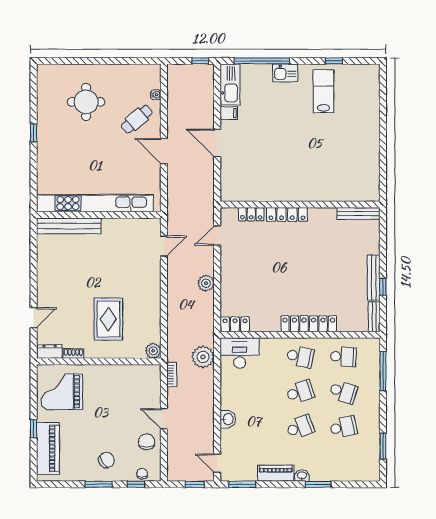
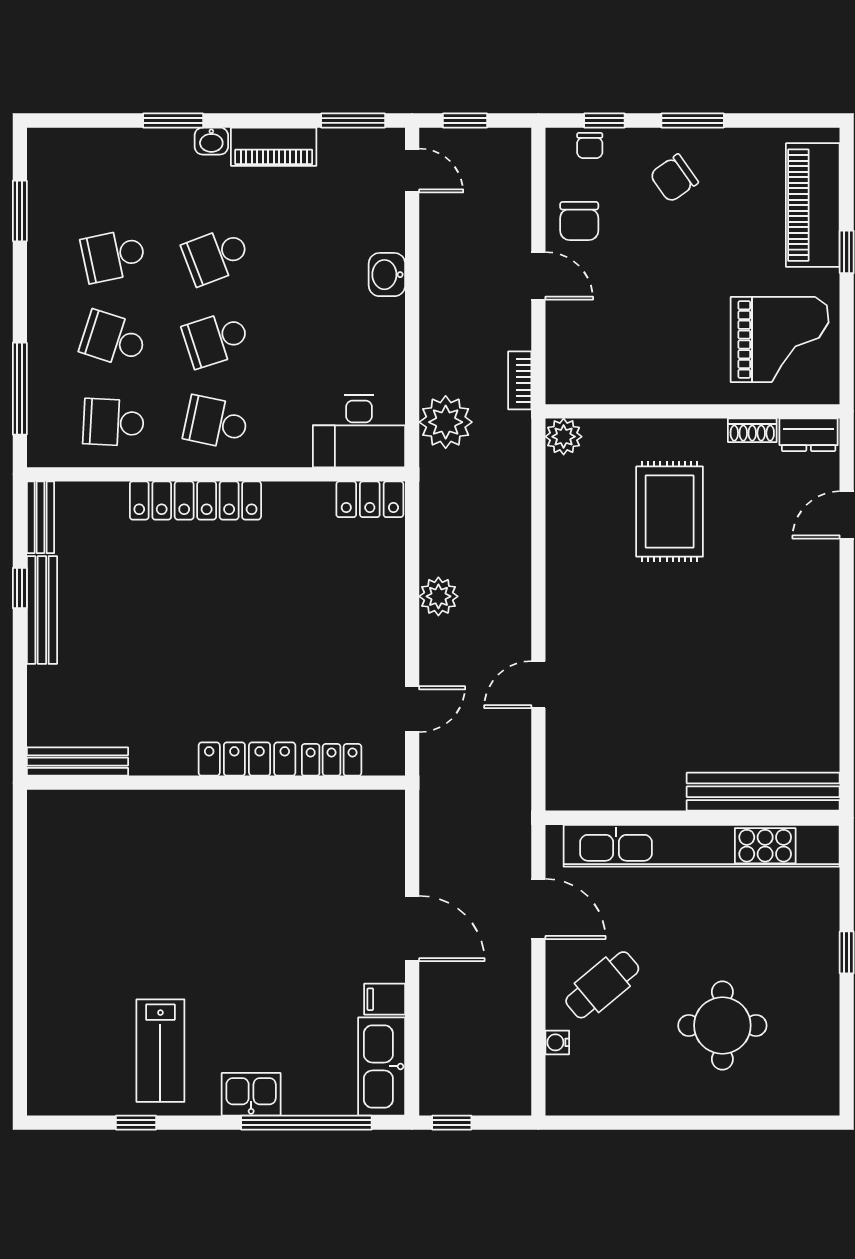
kitchen unit: (95, 203) -> (702, 846), moved
wall: (99, 215) -> (693, 818), moved
bench: (69, 226) -> (763, 792), moved

